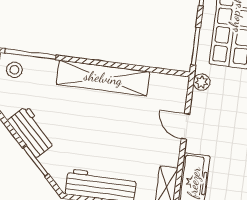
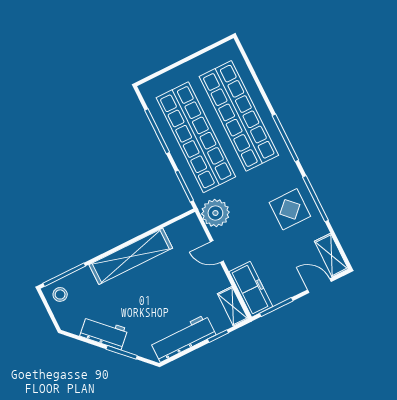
plant: (202, 82) -> (215, 213), width x1.88, depth x1.88

